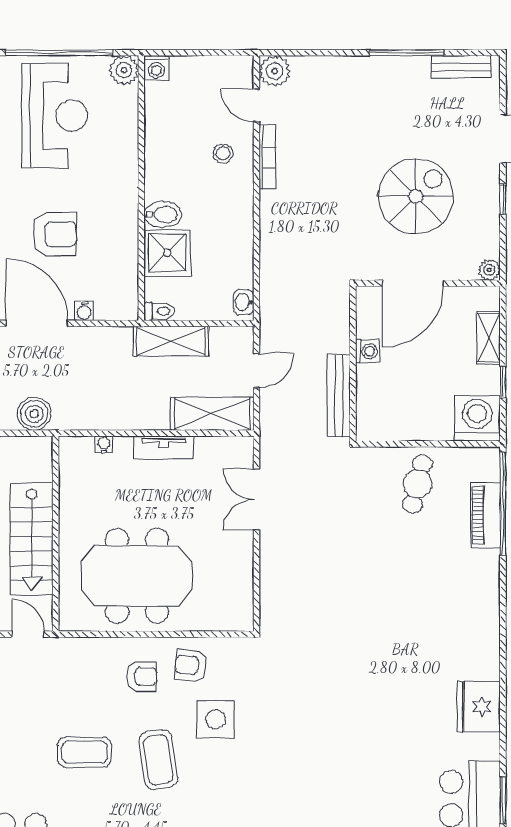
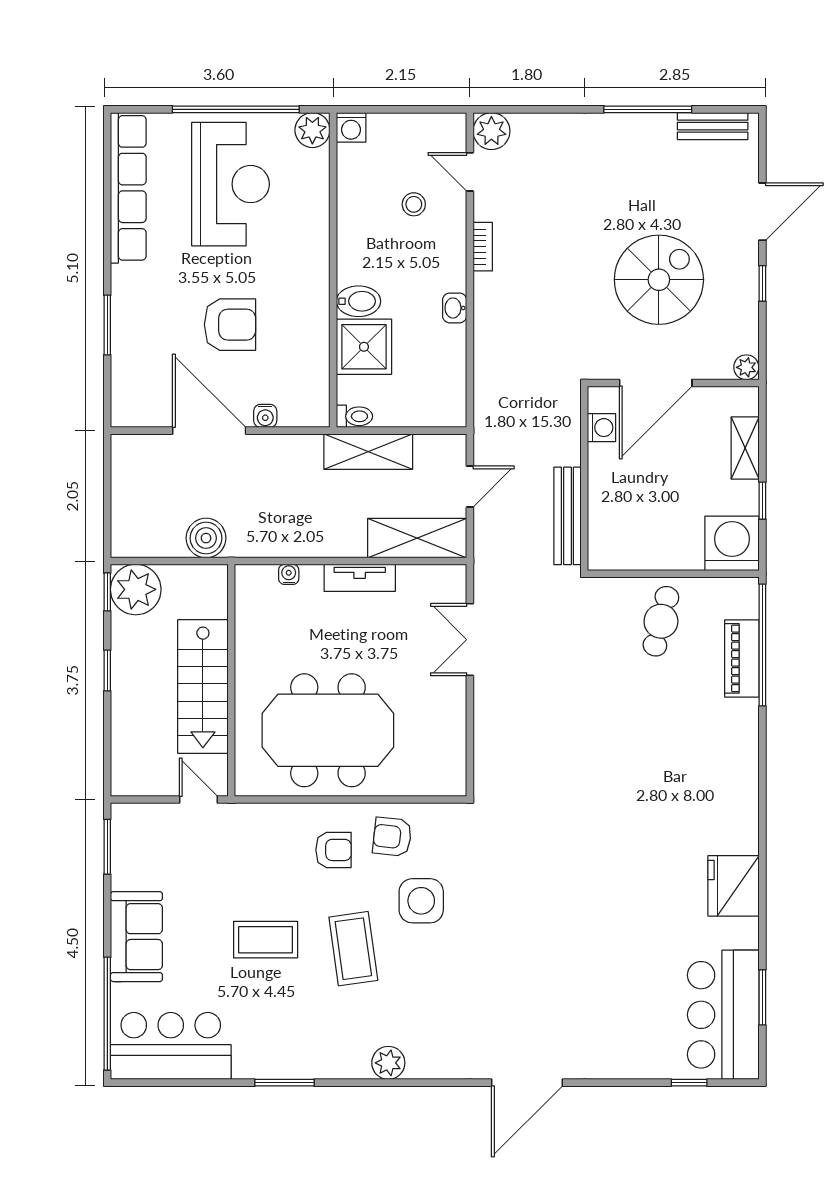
stool: (223, 153) -> (414, 204), moved
bookcase: (267, 157) -> (483, 247), width x0.64
washbasin: (244, 302) -> (455, 308), moved
washing machine: (367, 351) -> (602, 428), moved

